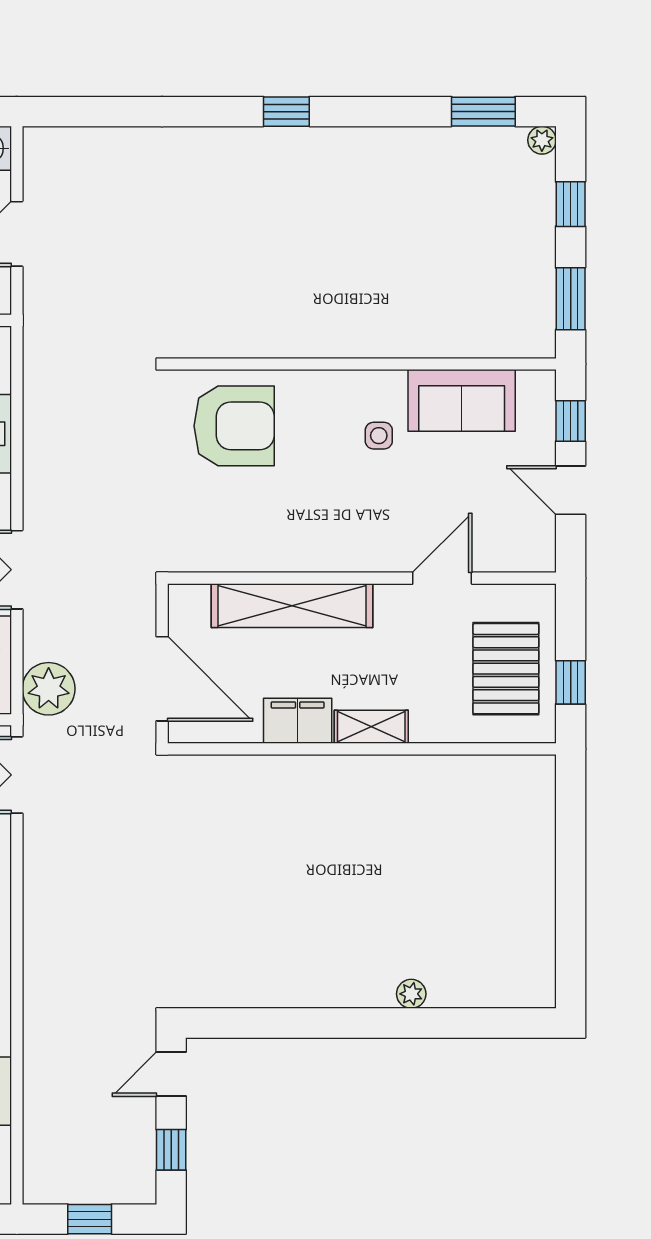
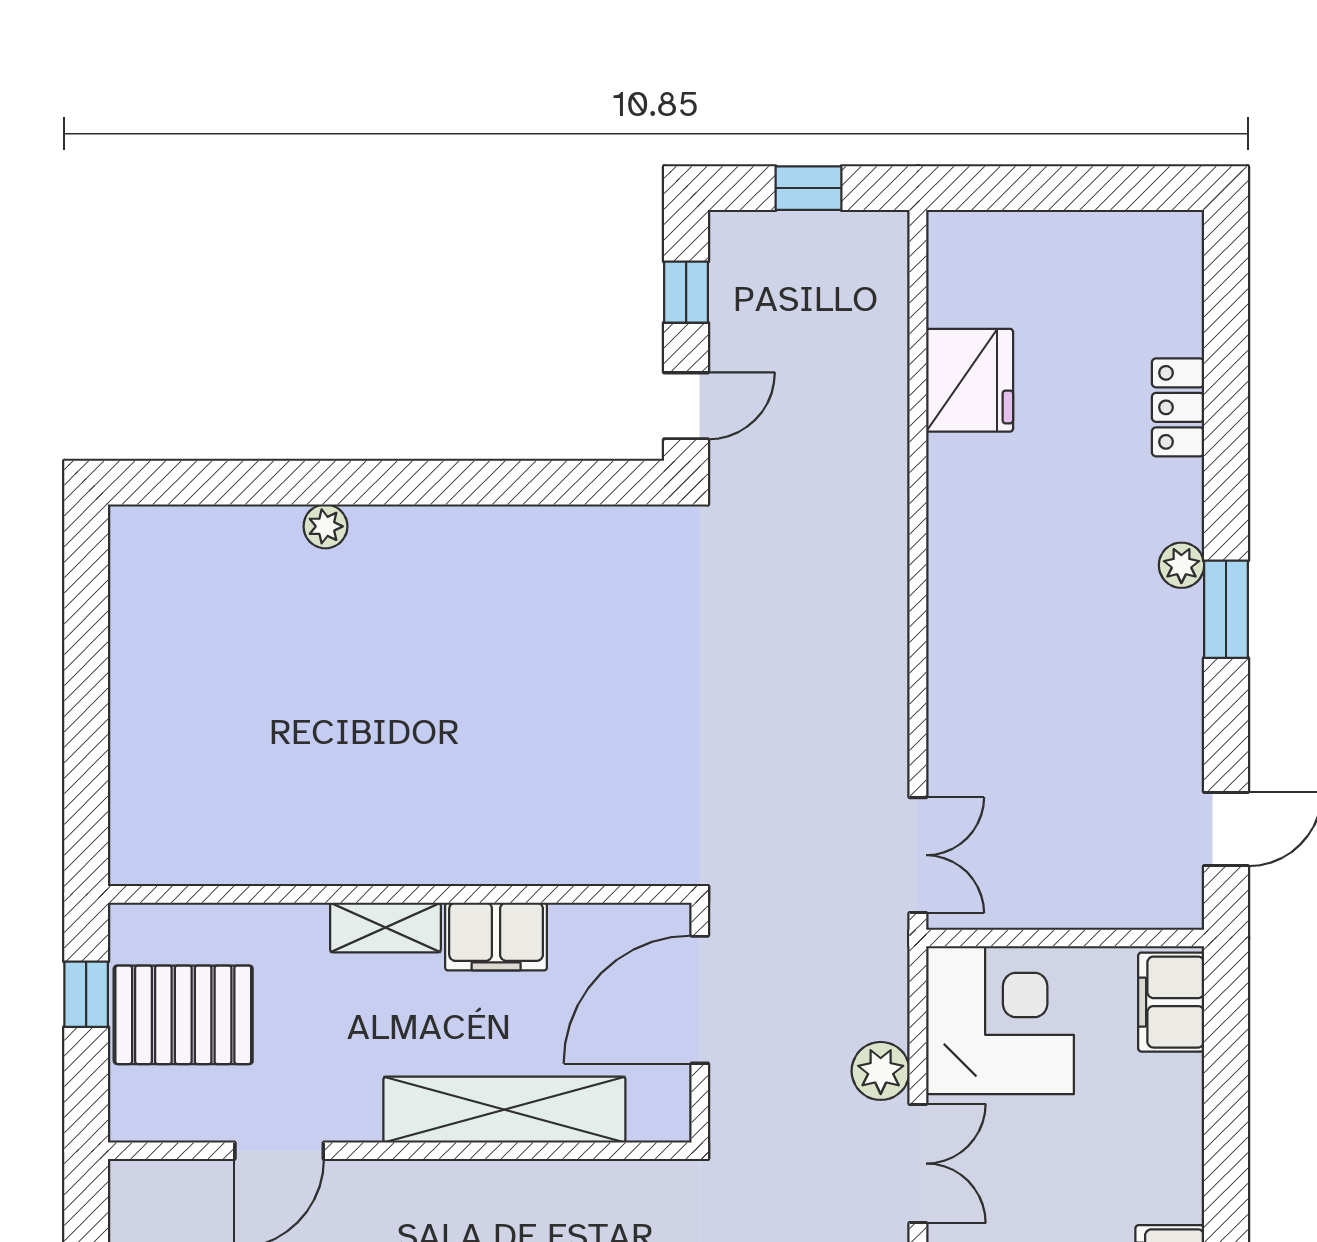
pallet: (506, 669) -> (183, 1015), turned 90
door: (162, 679) -> (700, 1000), hinge flipped
plant: (49, 689) -> (881, 1071), moved, width x0.73, depth x0.73

